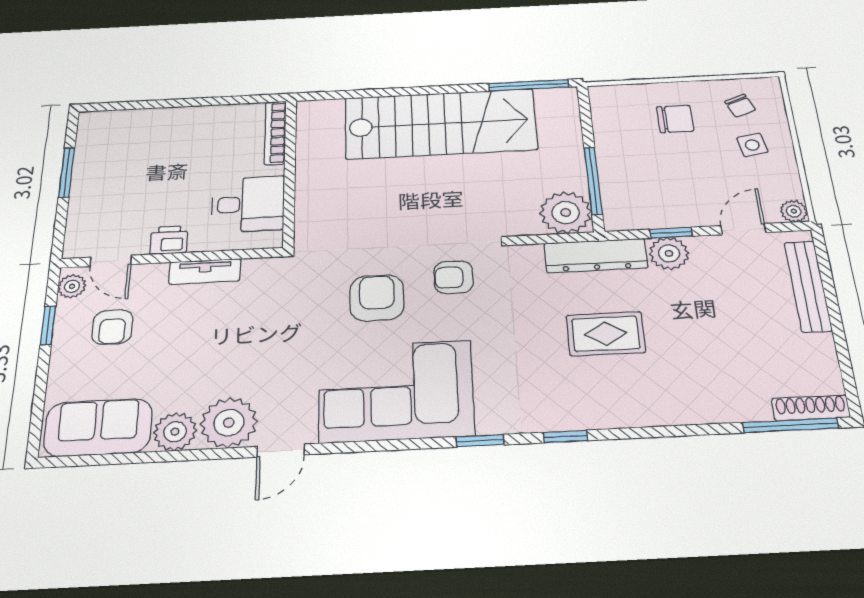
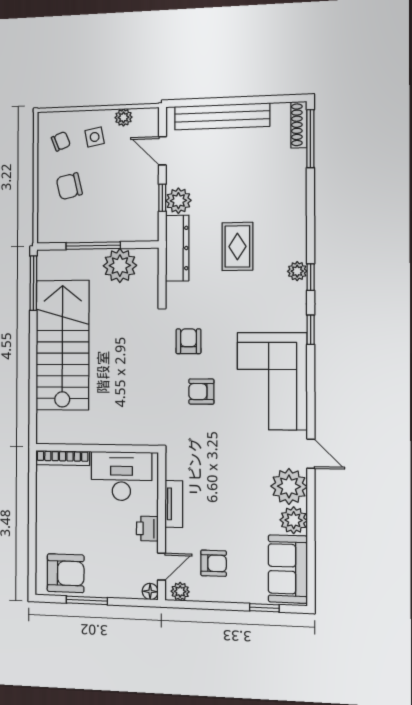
chair: (675, 119) -> (69, 186), turned -103
armchair: (108, 145) -> (66, 573), added
window: (593, 181) -> (93, 246), moved
desk: (248, 204) -> (121, 476), width x1.37
plant: (794, 211) -> (123, 117), moved
plant: (566, 213) -> (120, 266), moved
floor lamp: (74, 249) -> (150, 591), added
armchair: (454, 277) -> (188, 341), turned 180
bench: (808, 286) -> (222, 116), width x1.37, depth x1.21
armchair: (377, 298) -> (201, 392), width x0.72, depth x0.72
window: (48, 325) -> (264, 608), moved
plant: (574, 417) -> (297, 271), added

